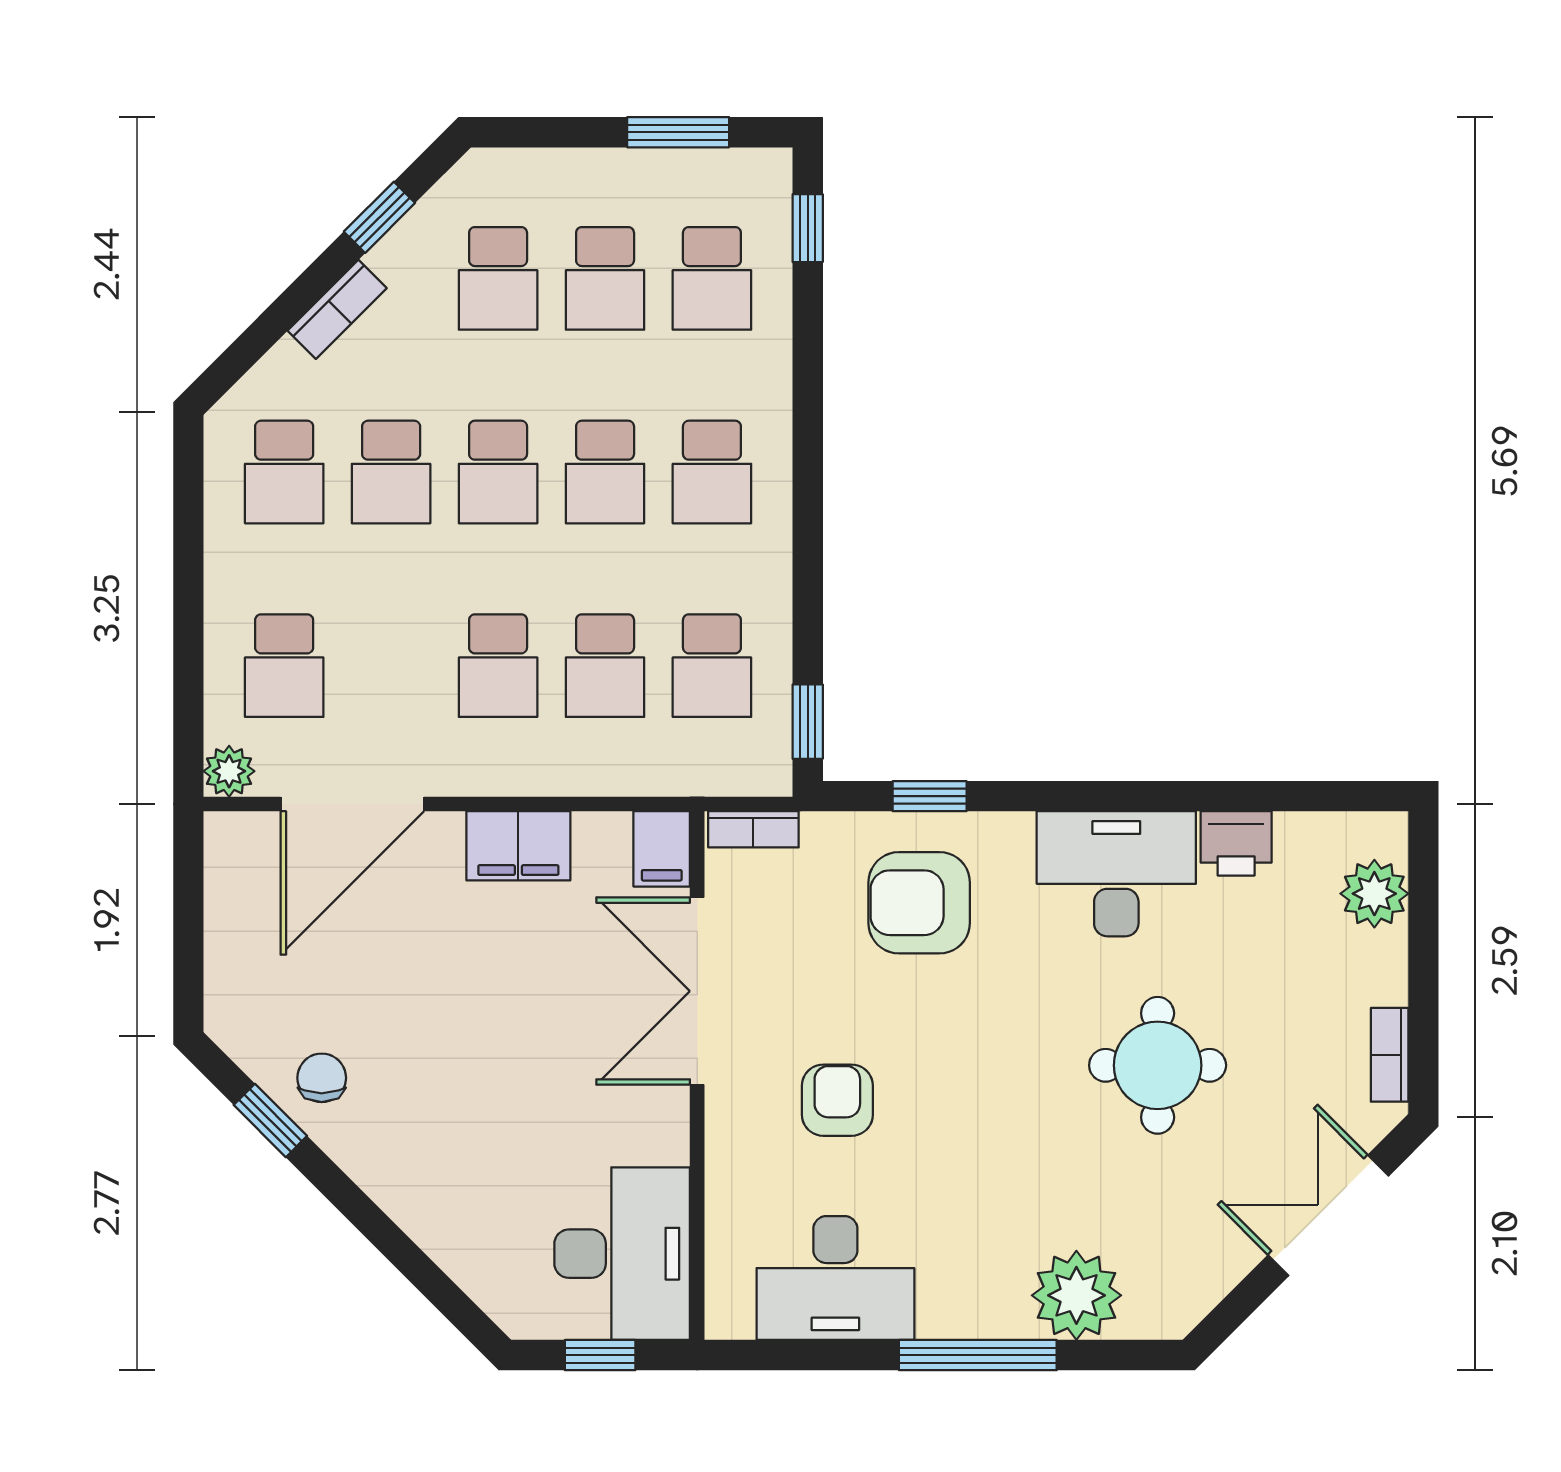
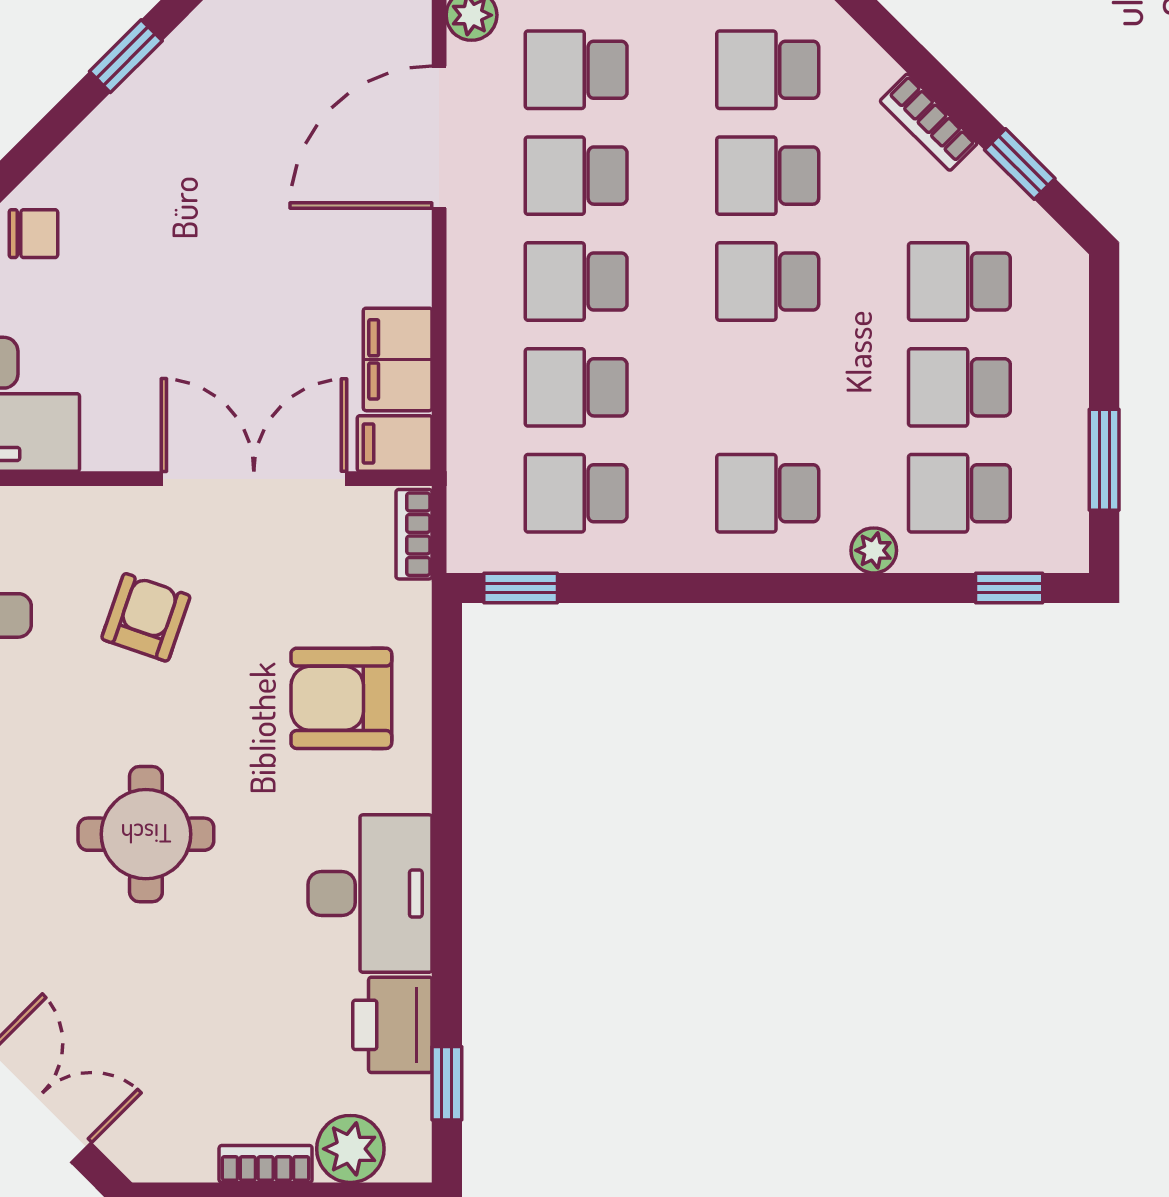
plant: (770, 365) -> (874, 550), added
school desk: (605, 472) -> (576, 176), moved
window: (930, 796) -> (447, 1083), moved
door: (352, 804) -> (439, 137), hinge flipped
printer: (1236, 843) -> (392, 1025), width x1.36, depth x1.24
filing cabinet: (518, 846) -> (398, 359), moved
armchair: (919, 903) -> (341, 698), turned -90
bookcase: (1390, 1055) -> (266, 1164), moved
round table: (1158, 1065) -> (146, 834), moved
chair: (322, 1078) -> (33, 234), moved
armchair: (837, 1100) -> (146, 617), turned -71

